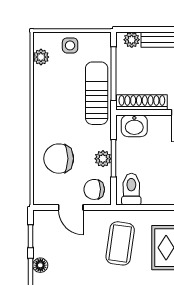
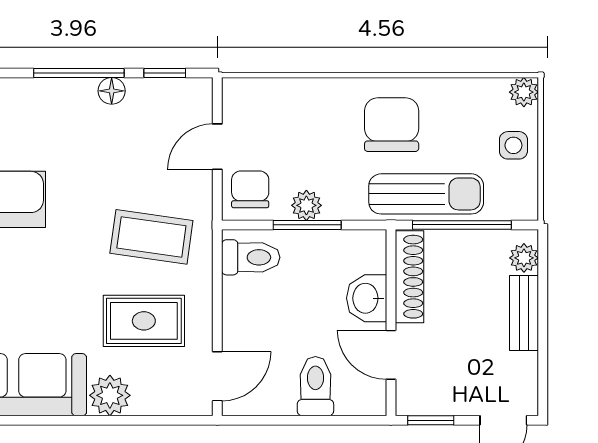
plant: (41, 57) -> (524, 92), moved
washbasin: (134, 126) -> (367, 298), moved
chair: (59, 159) -> (392, 125), moved

